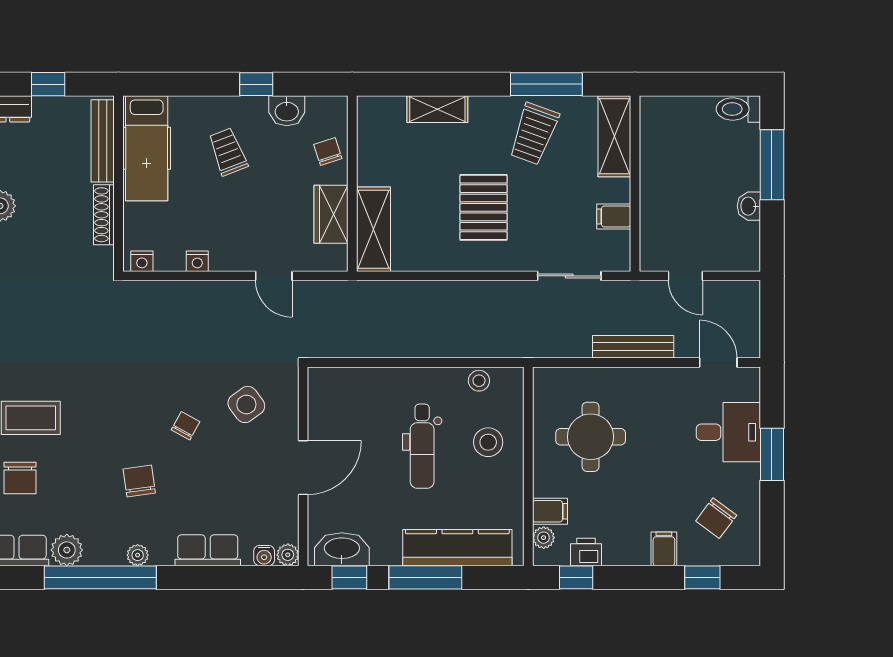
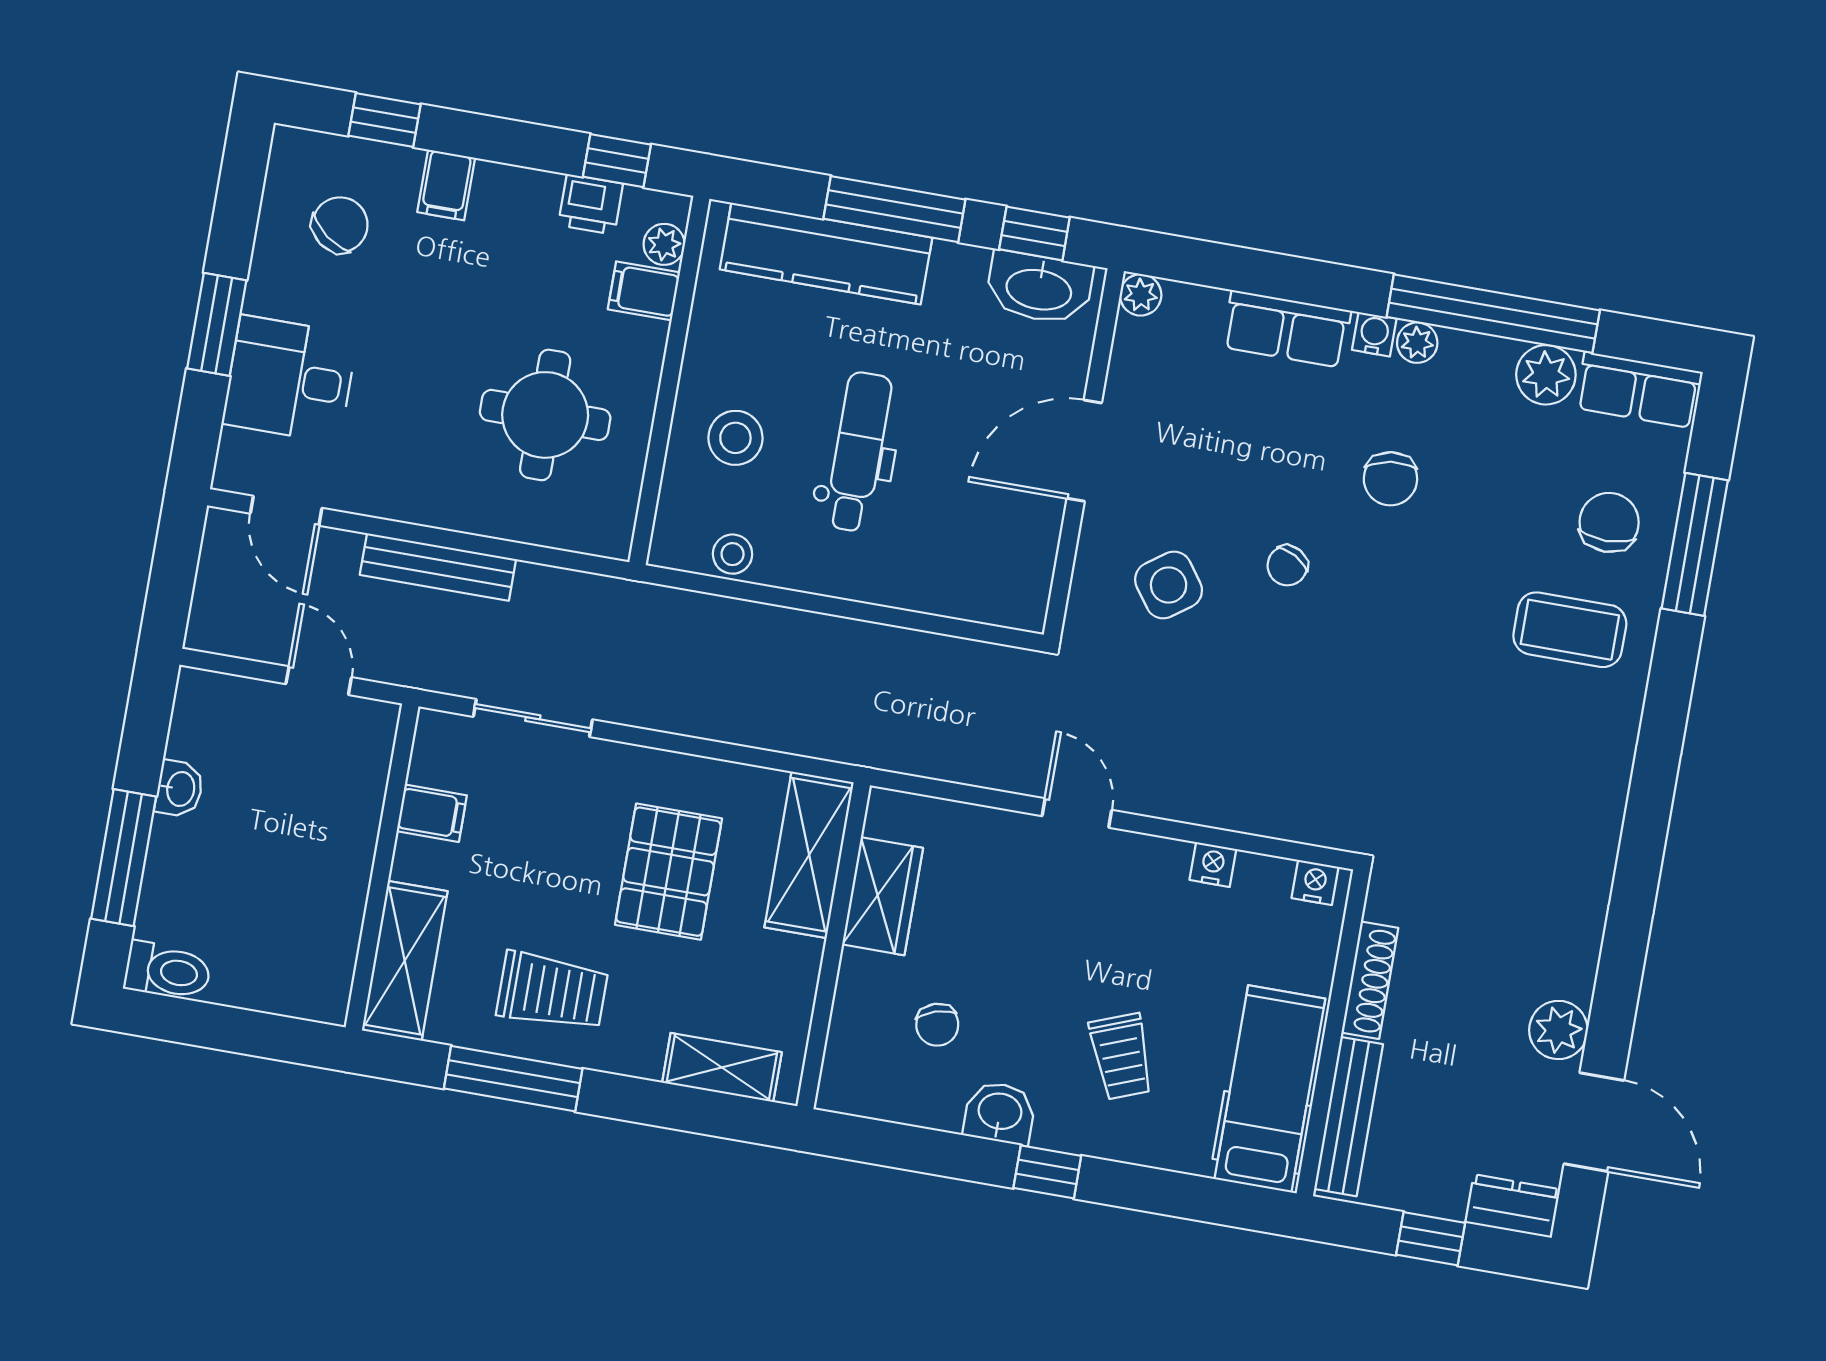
trolley: (534, 134) -> (552, 991), turned 70
wall: (352, 184) -> (834, 946), moved
wardrobe: (331, 214) -> (883, 896), moved
shelving: (373, 229) -> (809, 855), moved
water cooler: (264, 556) -> (1374, 334), moved

